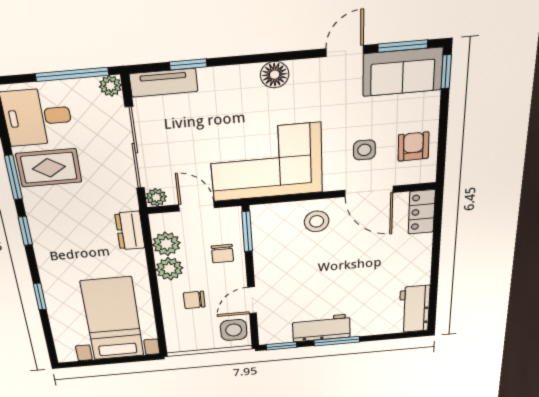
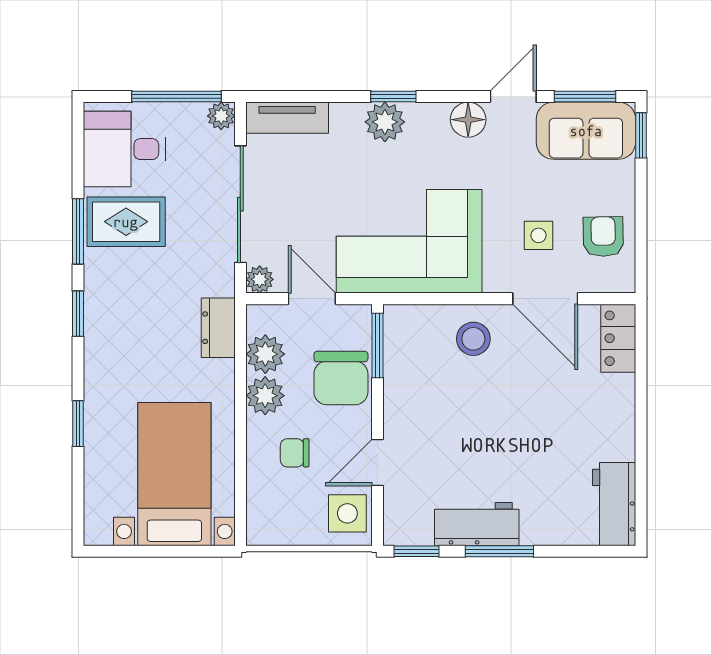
window: (188, 64) -> (393, 97), moved
floor lamp: (275, 75) -> (468, 120), moved
plant: (242, 79) -> (385, 122), added
chair: (222, 254) -> (341, 378), width x1.87, depth x1.87

